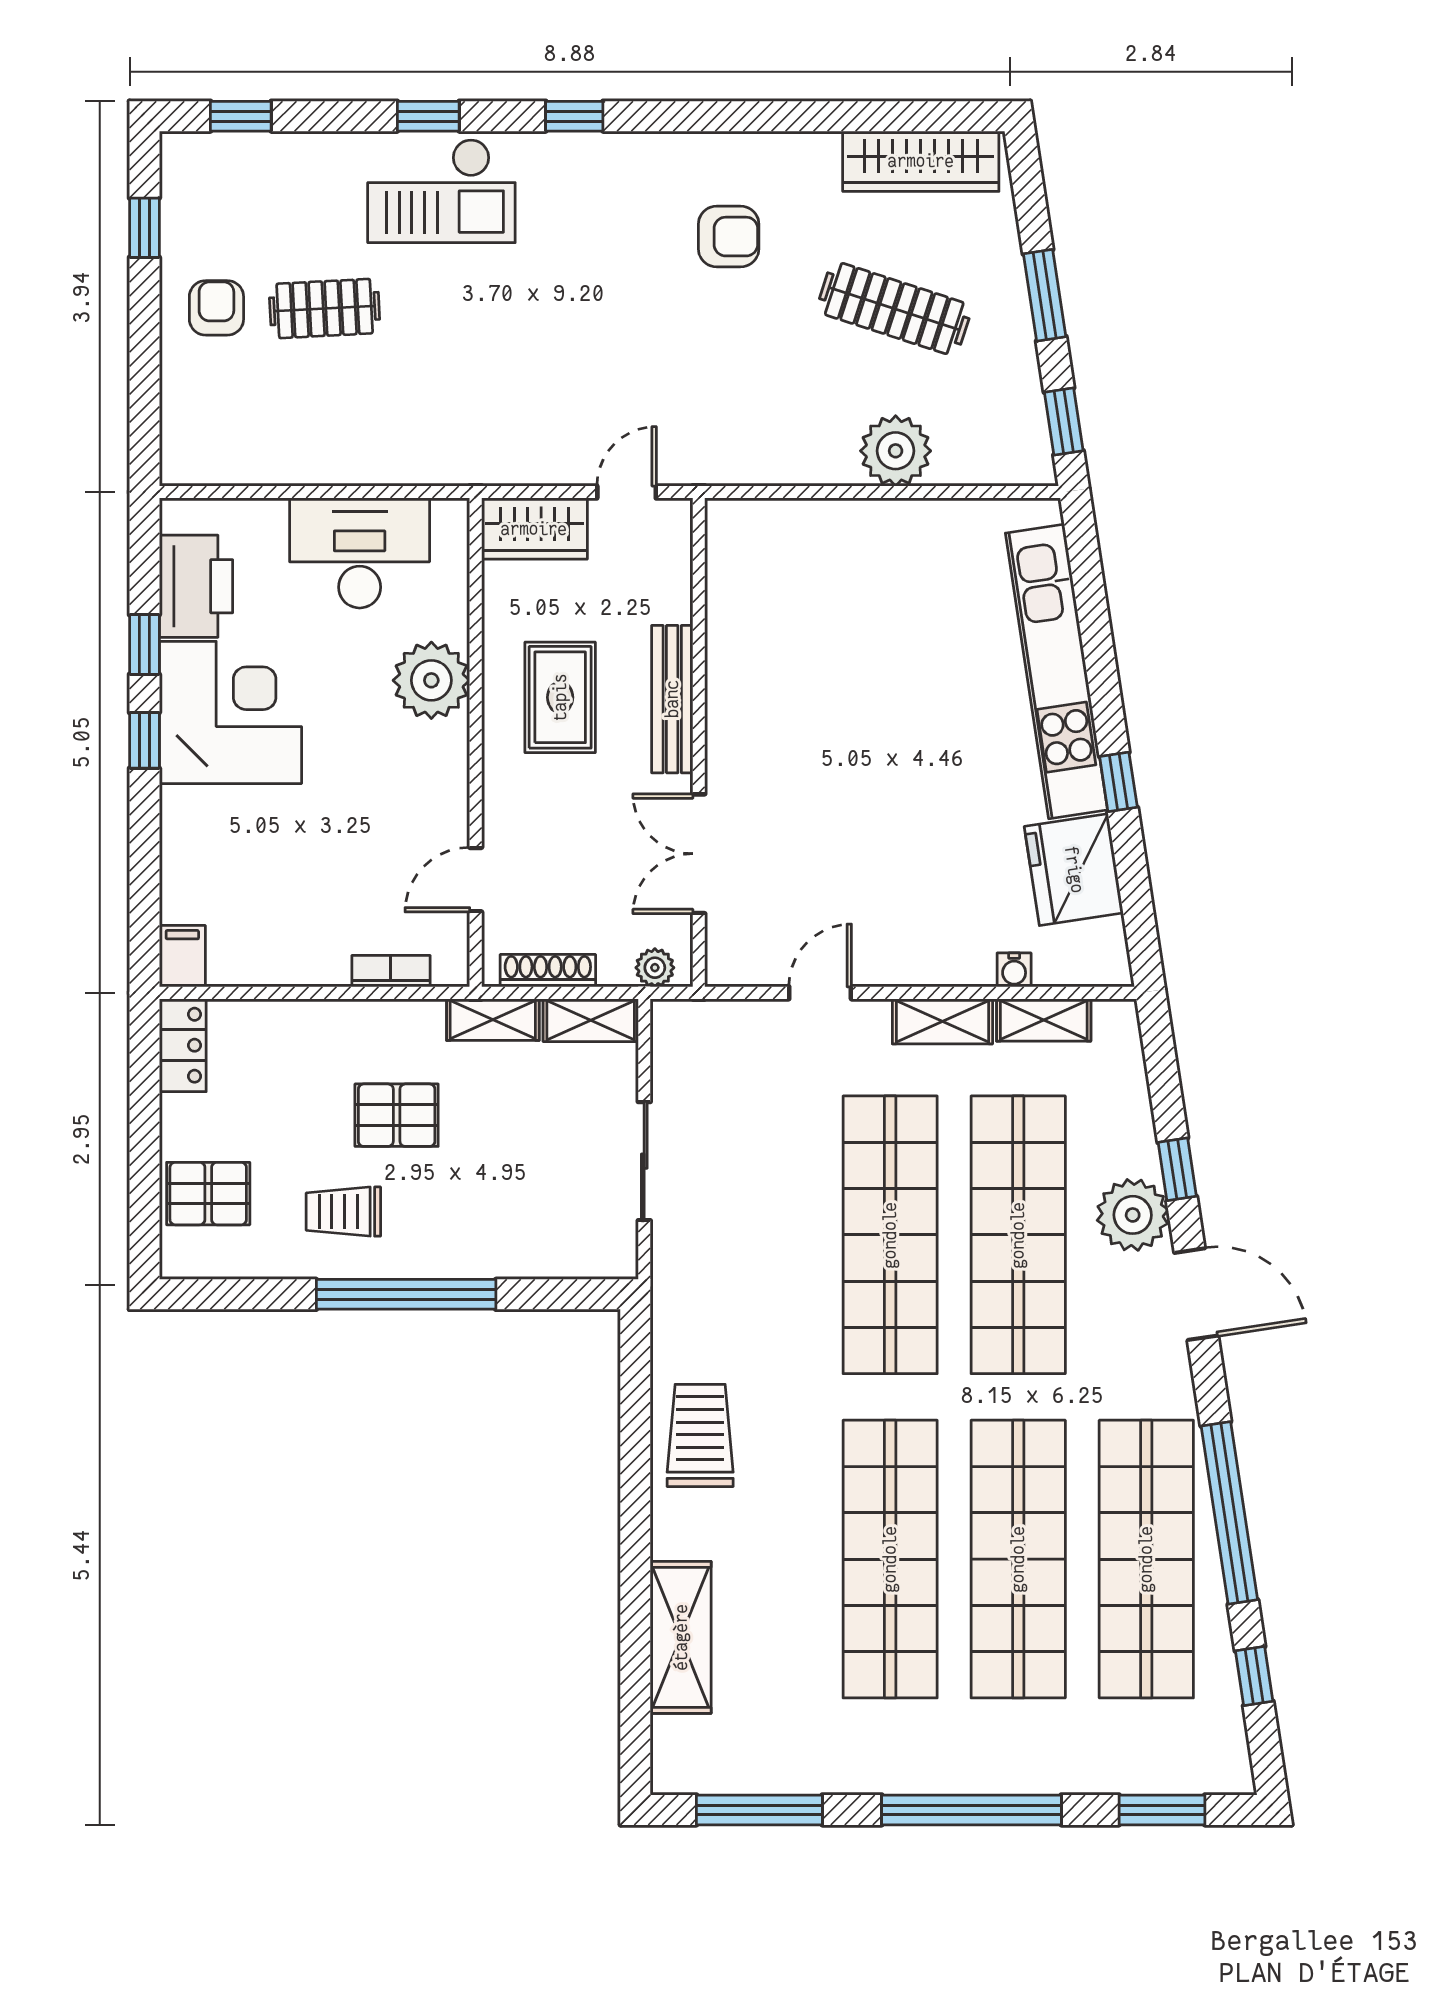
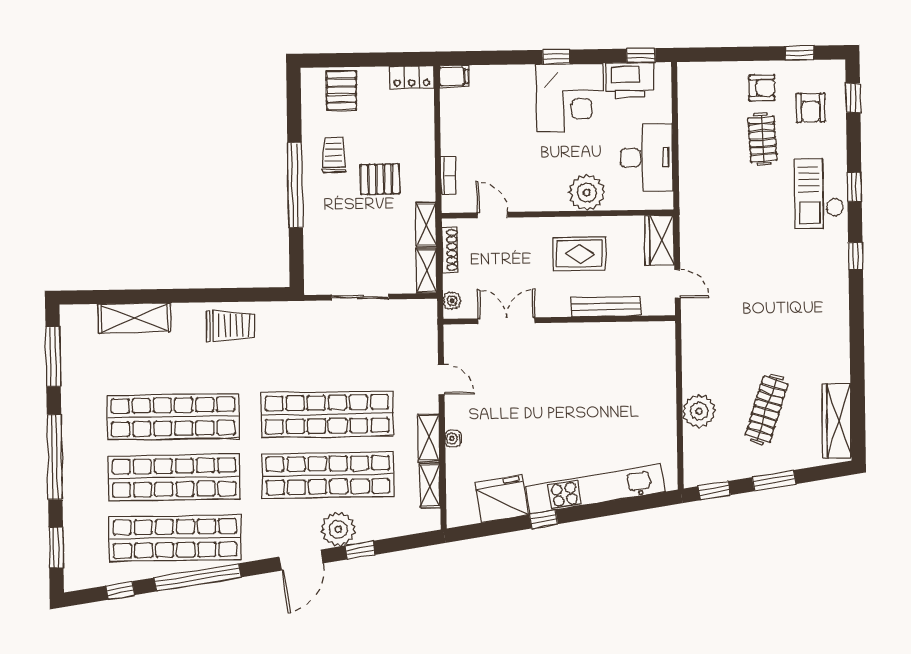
armchair: (729, 237) -> (811, 108), moved
window: (144, 645) -> (641, 55), moved
bench: (672, 699) -> (606, 307), moved
water cooler: (1014, 970) -> (453, 438), moved
pallet: (397, 1115) -> (380, 179), turned 90

